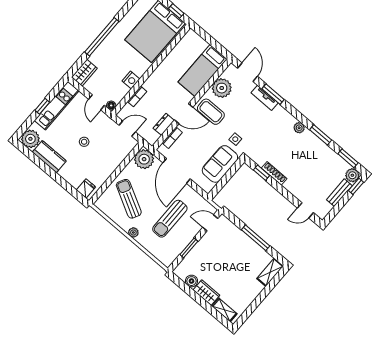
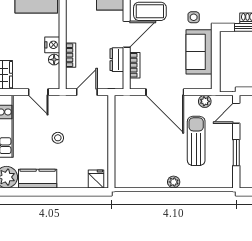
floor lamp: (111, 105) -> (54, 60), moved
plant: (144, 159) -> (205, 101), moved, width x0.53, depth x0.53
sun lounger: (129, 199) -> (143, 155), removed
sun lounger: (170, 219) -> (196, 141), turned 180

